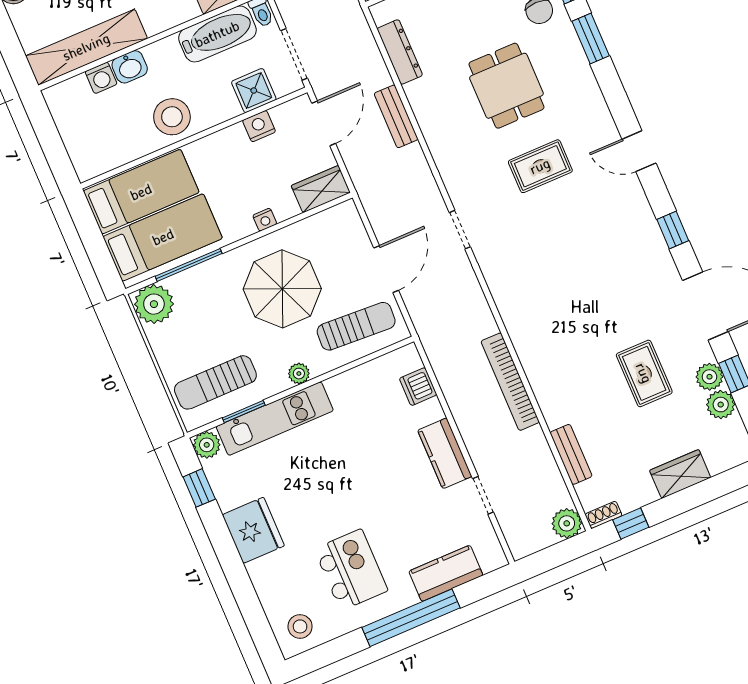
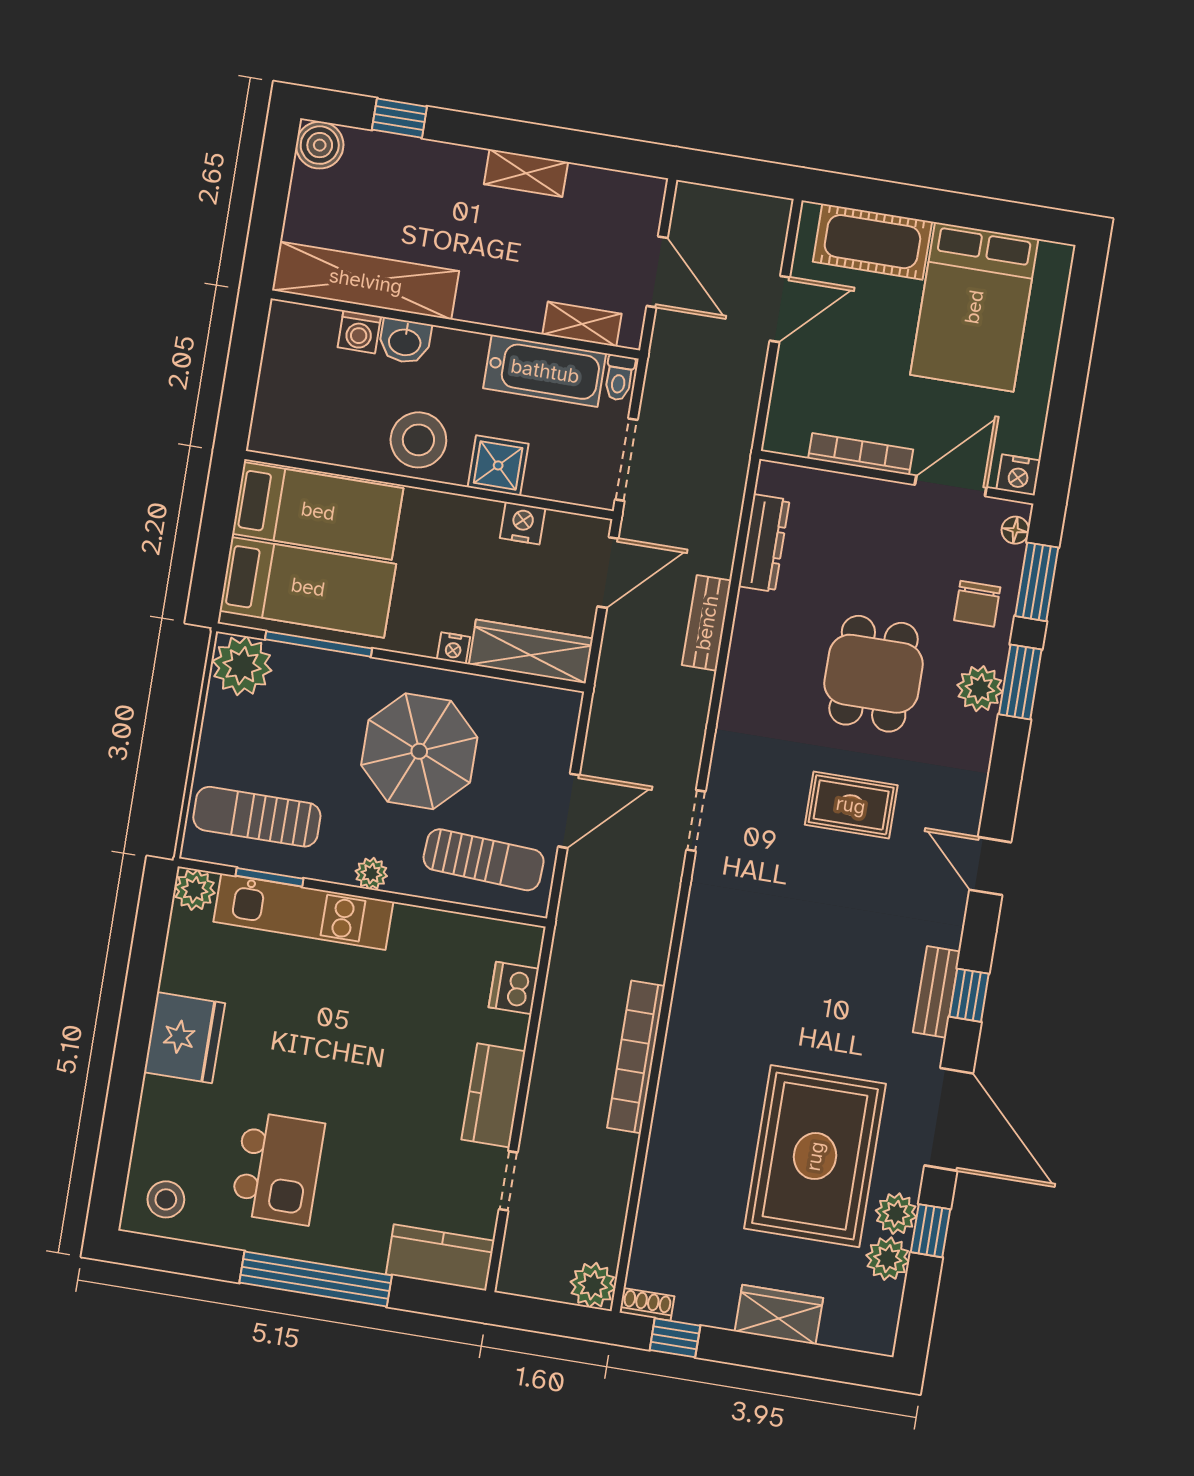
plant: (571, 56) -> (980, 689), added
shower: (254, 91) -> (498, 465), moved
wardrobe: (321, 189) -> (531, 651), width x1.50
rug: (644, 373) -> (815, 1156), width x1.86, depth x2.06
bench: (571, 454) -> (937, 992), moved
window: (199, 488) -> (150, 939), removed
kitchen counter: (446, 573) -> (440, 1257), moved

